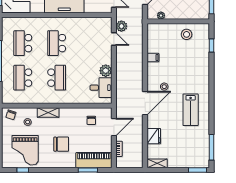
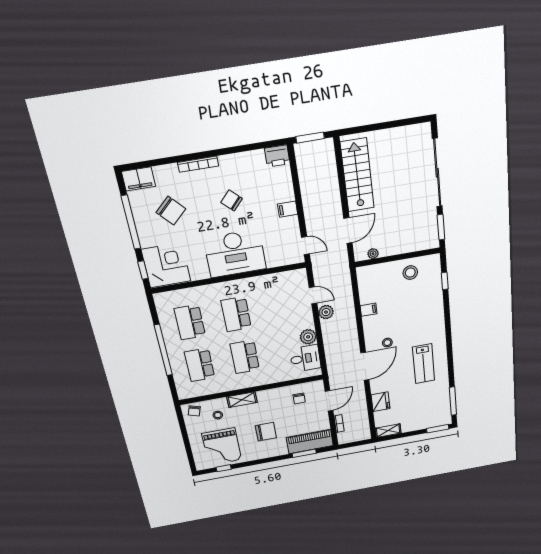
plant: (121, 26) -> (326, 312), moved
school desk: (57, 78) -> (245, 357), turned 180

